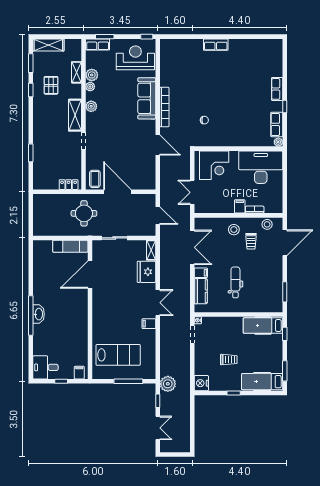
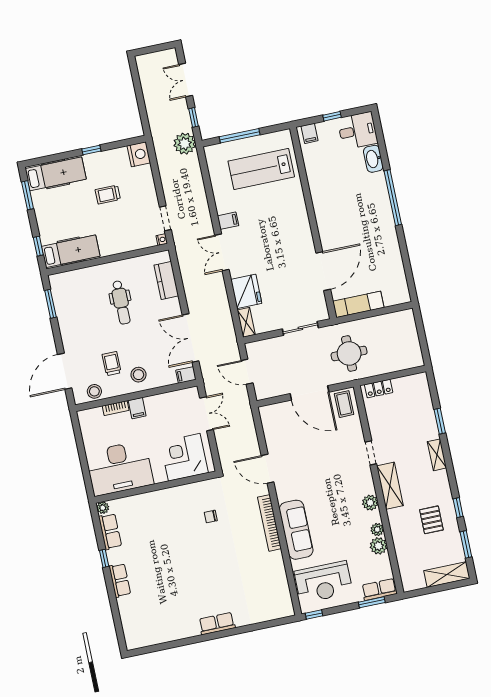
shelving: (76, 72) -> (437, 455), moved
filing cabinet: (201, 273) -> (186, 375), moved
washbasin: (39, 314) -> (373, 159), moved

